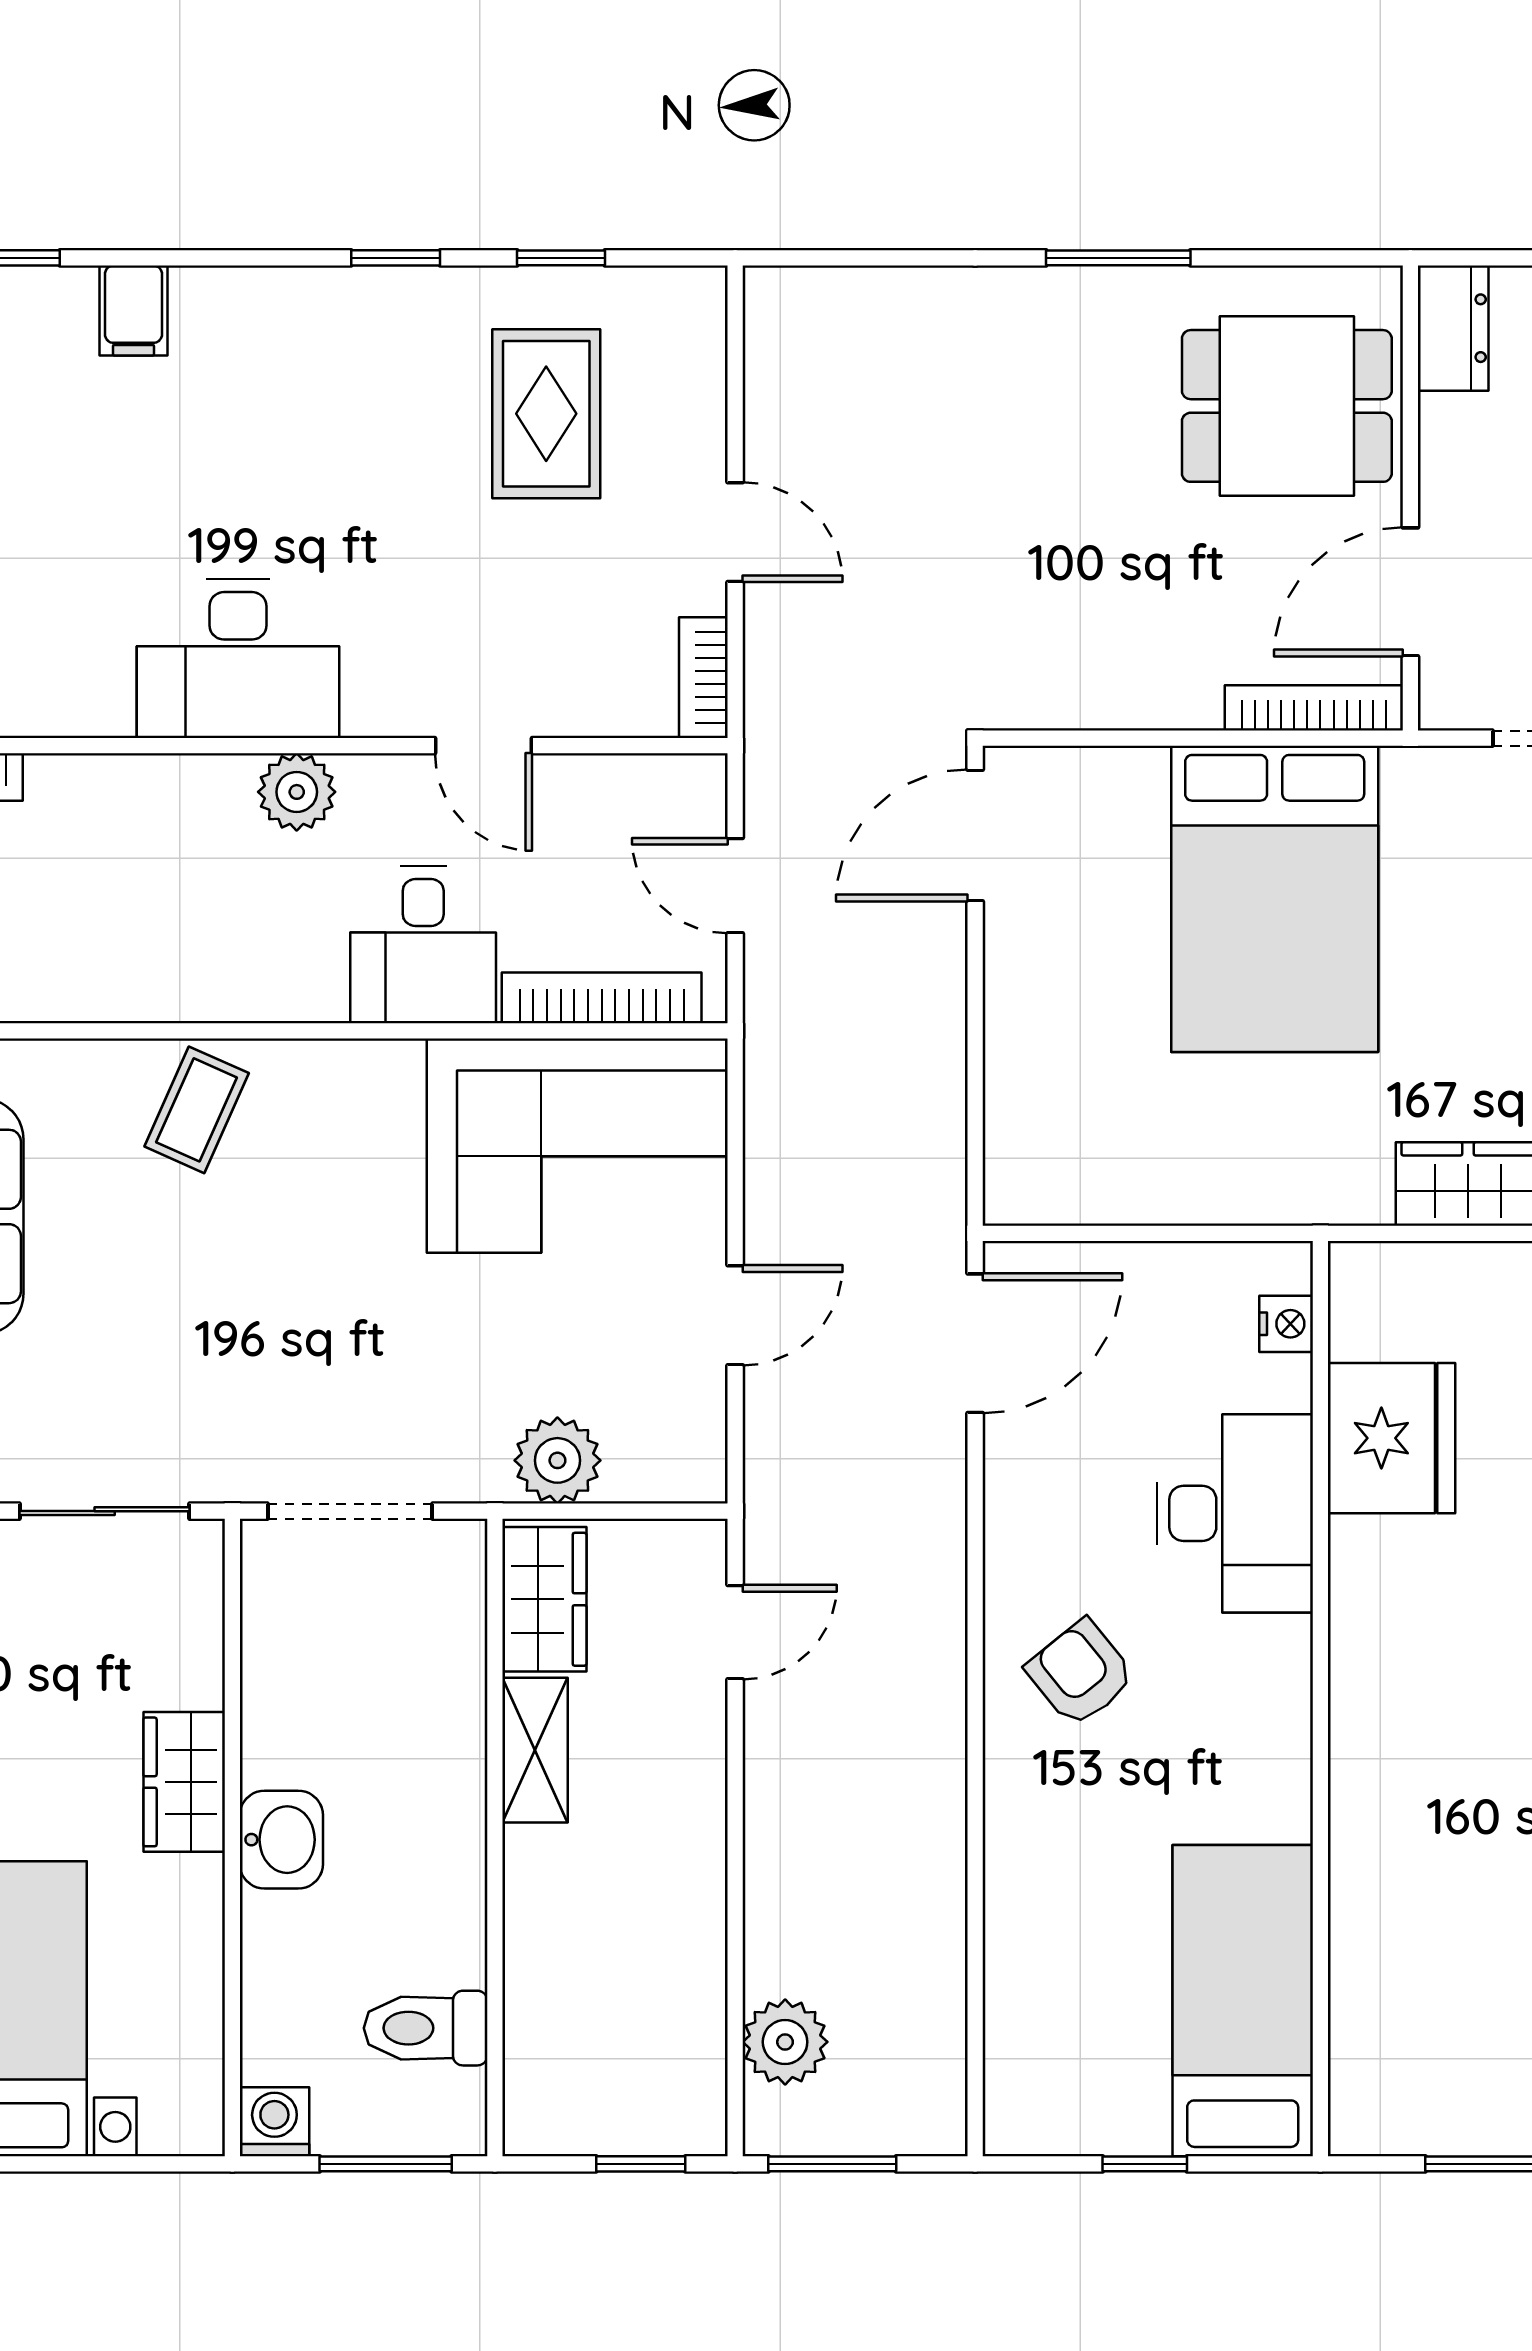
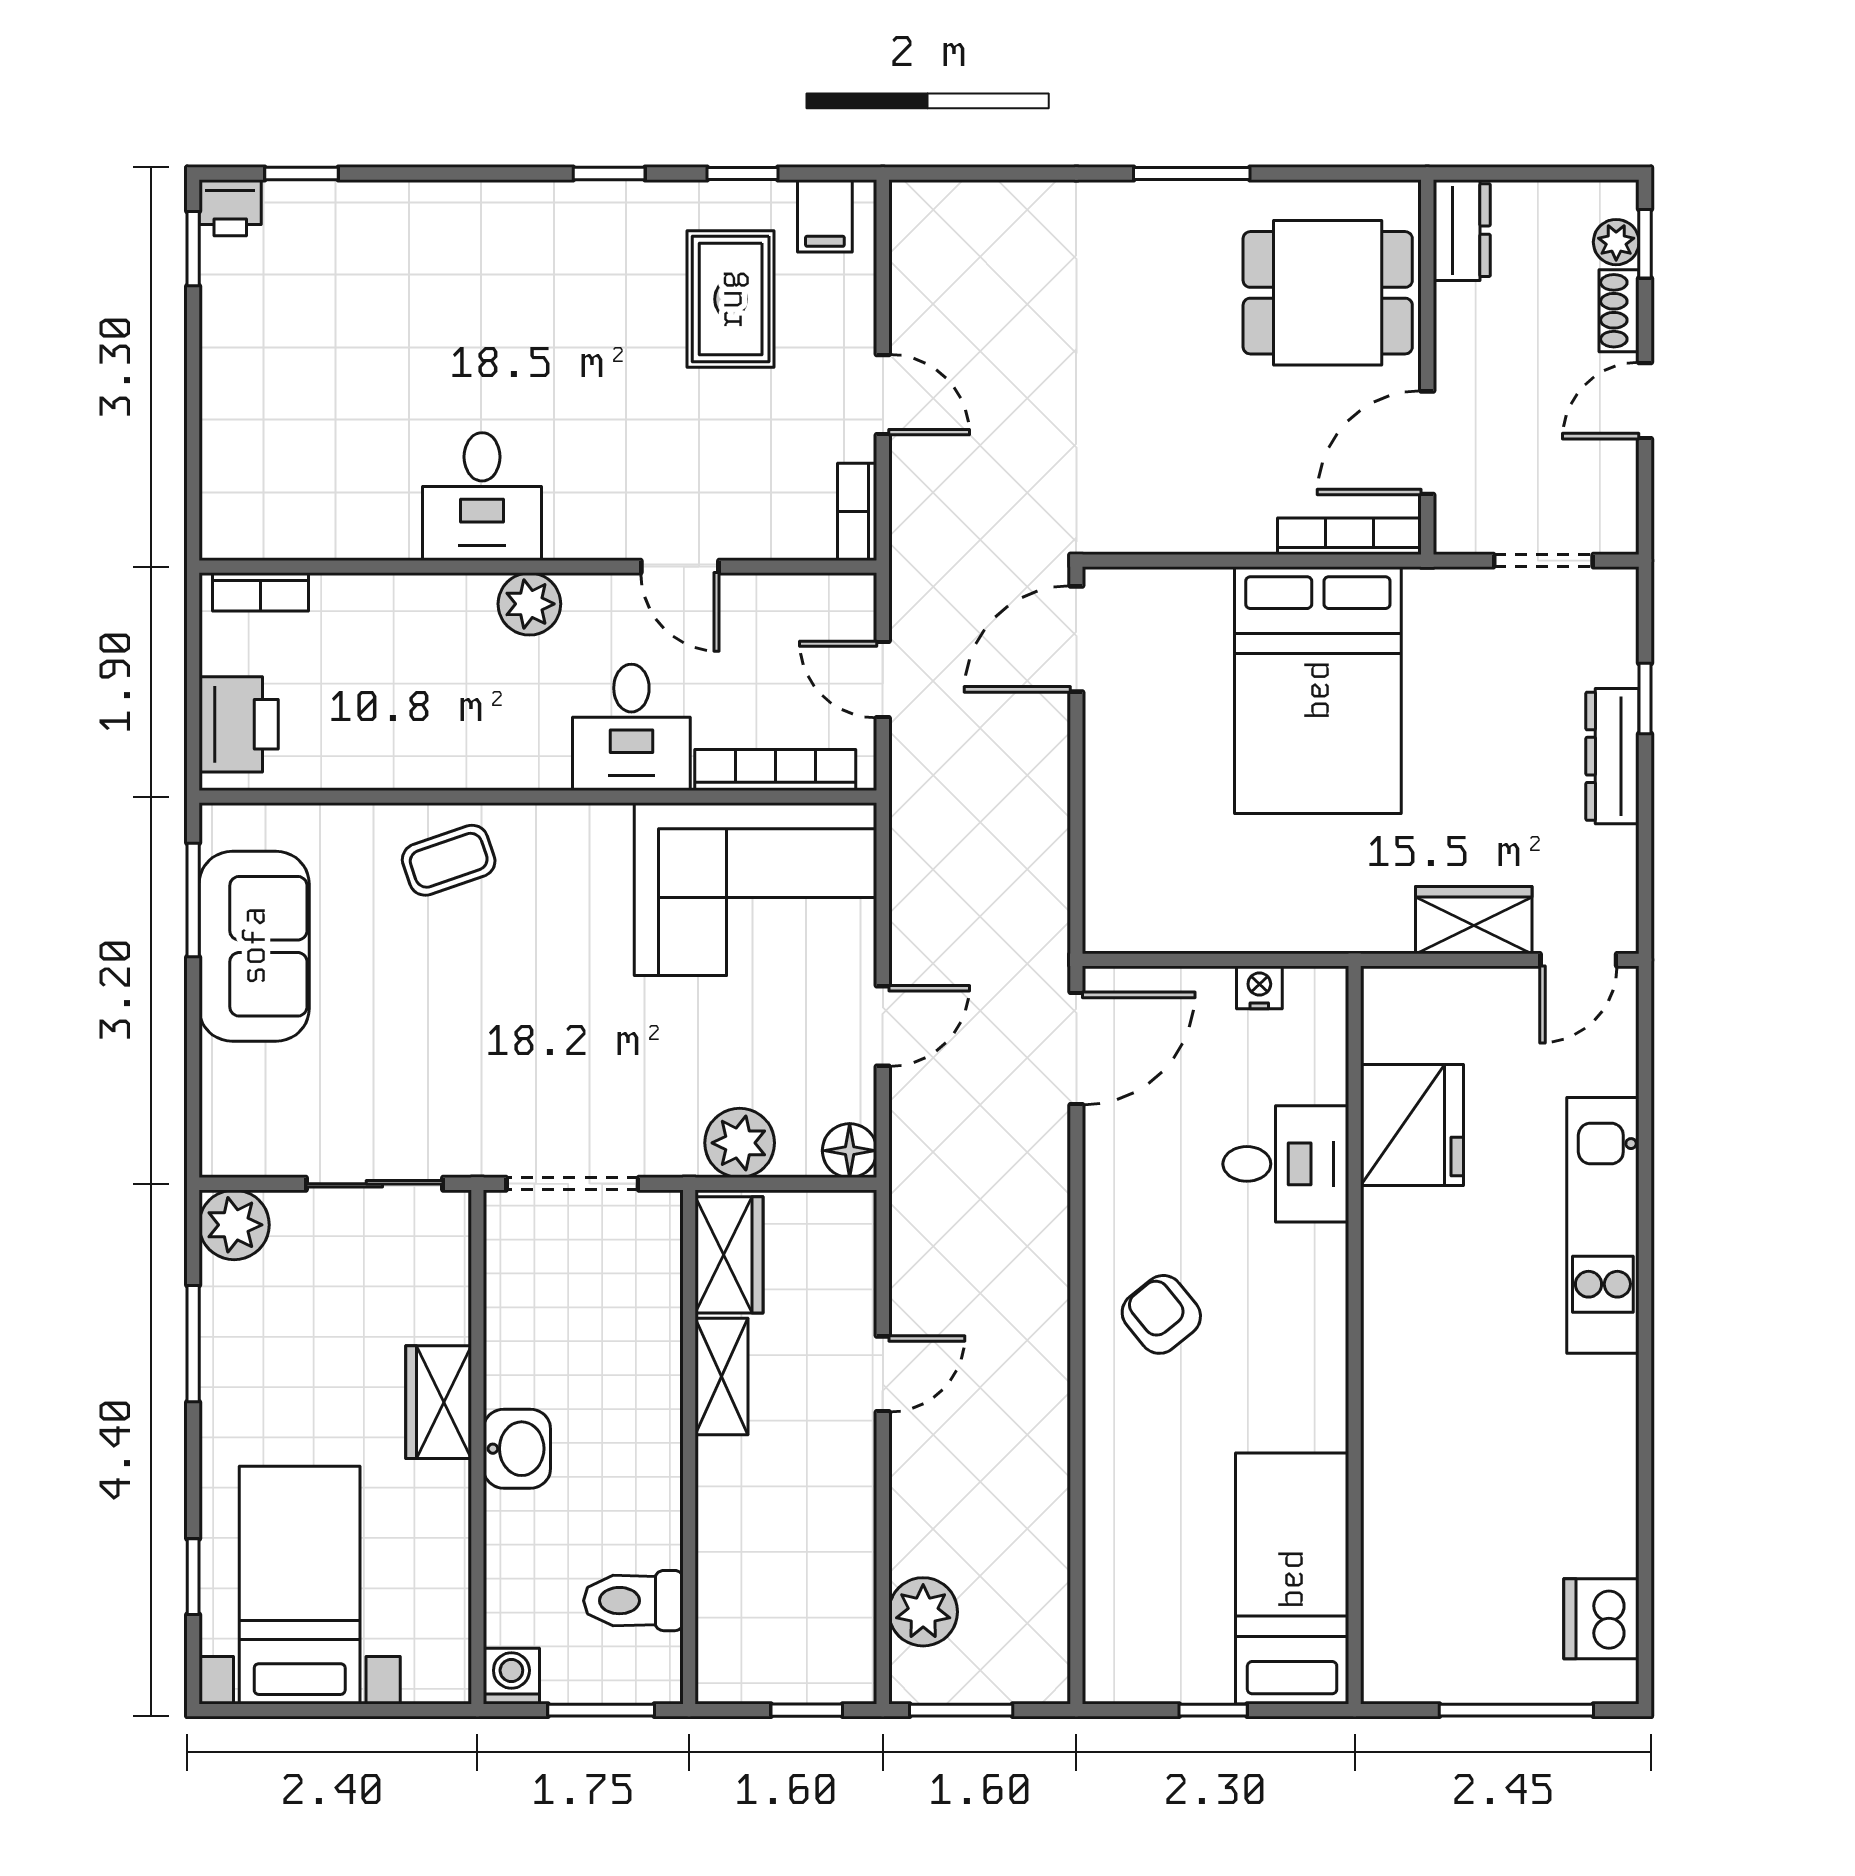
filing cabinet: (133, 311) -> (825, 216), moved
desk: (238, 659) -> (482, 497), width x0.73
coffee table: (197, 1110) -> (449, 860), turned 47
nightstand: (1286, 1324) -> (1259, 987), moved, turned -90
floor lamp: (694, 1470) -> (850, 1151), added
desk: (1235, 1513) -> (1286, 1164), width x0.73
door: (735, 1632) -> (883, 1374), moved

